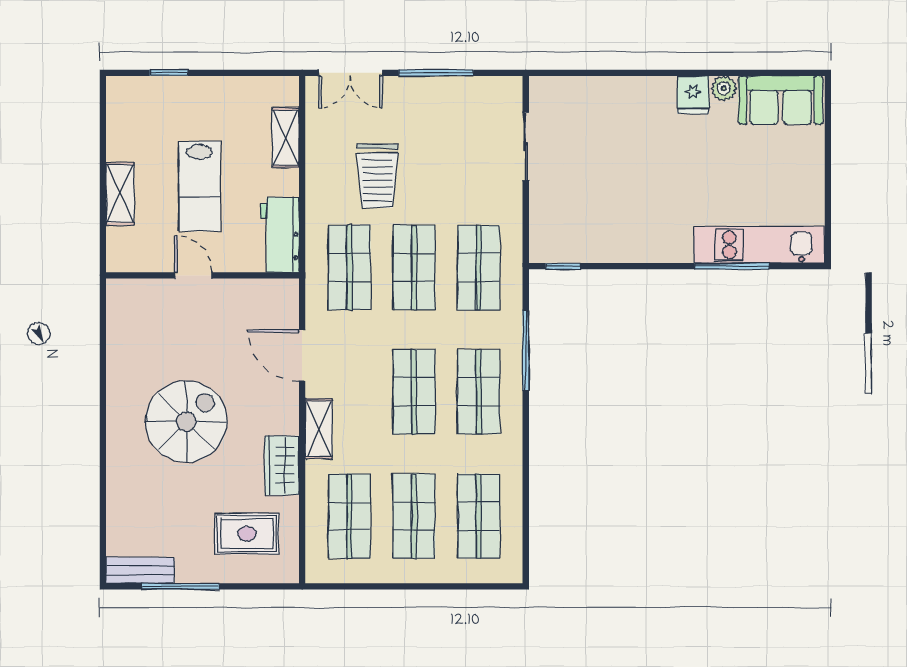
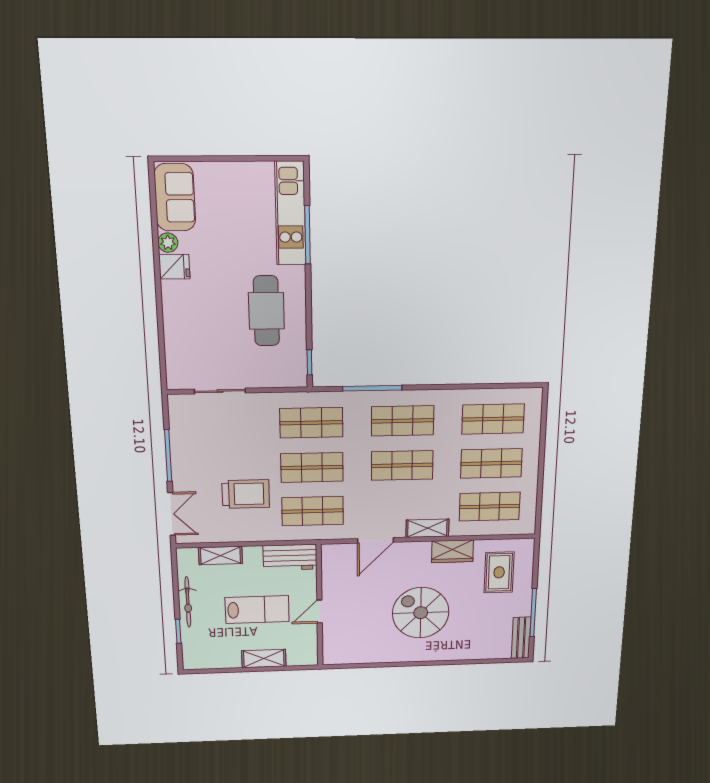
bicycle: (215, 89) -> (188, 602), added
cafe table: (634, 211) -> (266, 311), added

